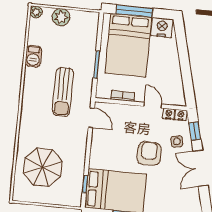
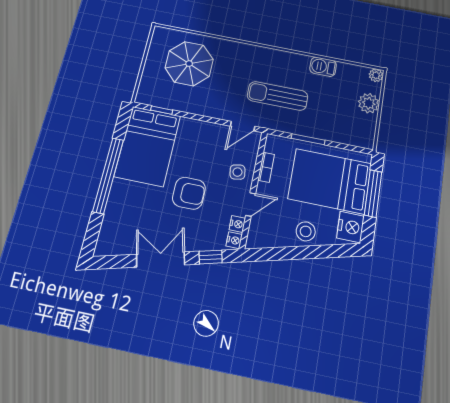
stool: (169, 61) -> (306, 231), added
side table: (177, 141) -> (237, 172), moved

